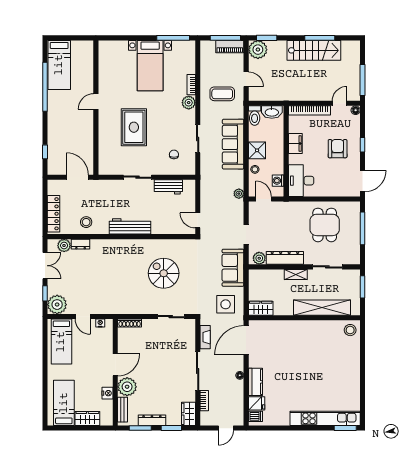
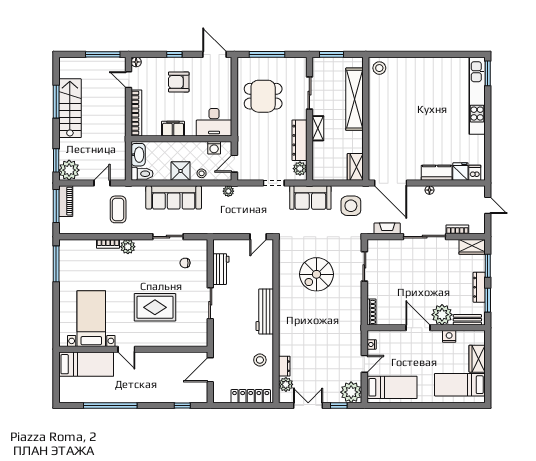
bed: (59, 65) -> (86, 364), moved
bed with nightstands: (150, 66) -> (91, 319), moved, turned -90

